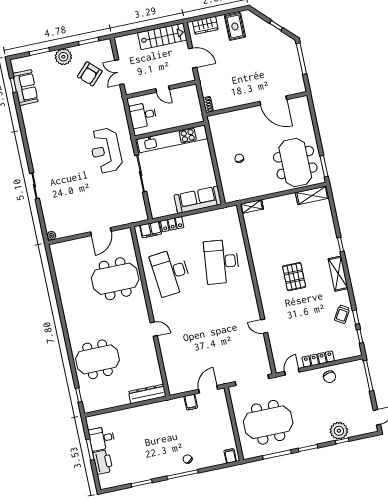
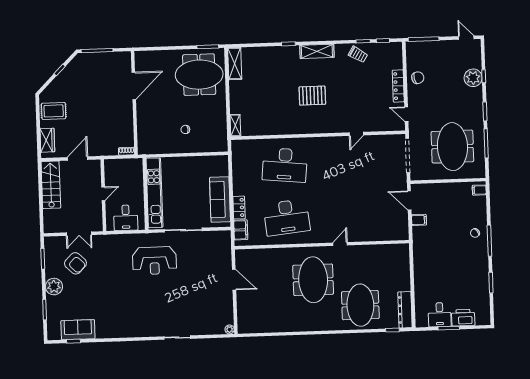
sofa: (198, 200) -> (220, 200), moved
meeting table: (115, 279) -> (313, 280), moved
dresser: (147, 394) -> (405, 310), moved

